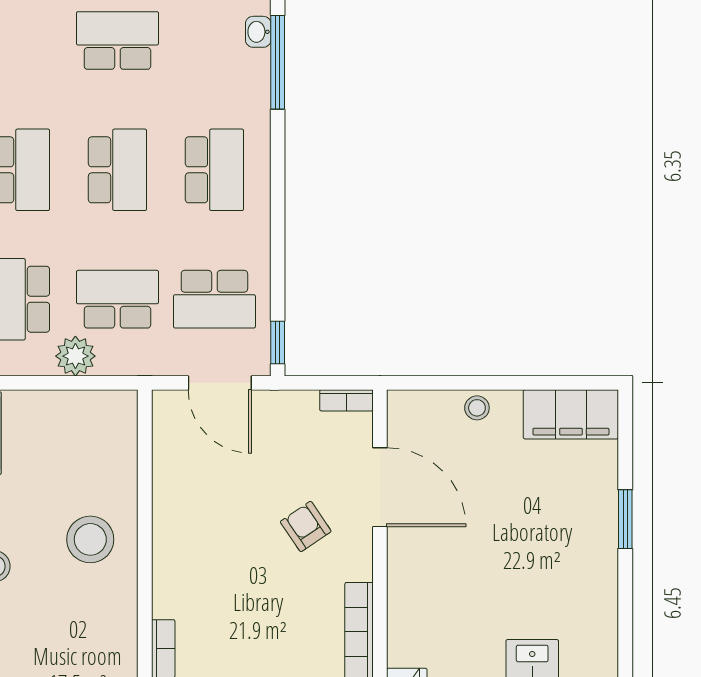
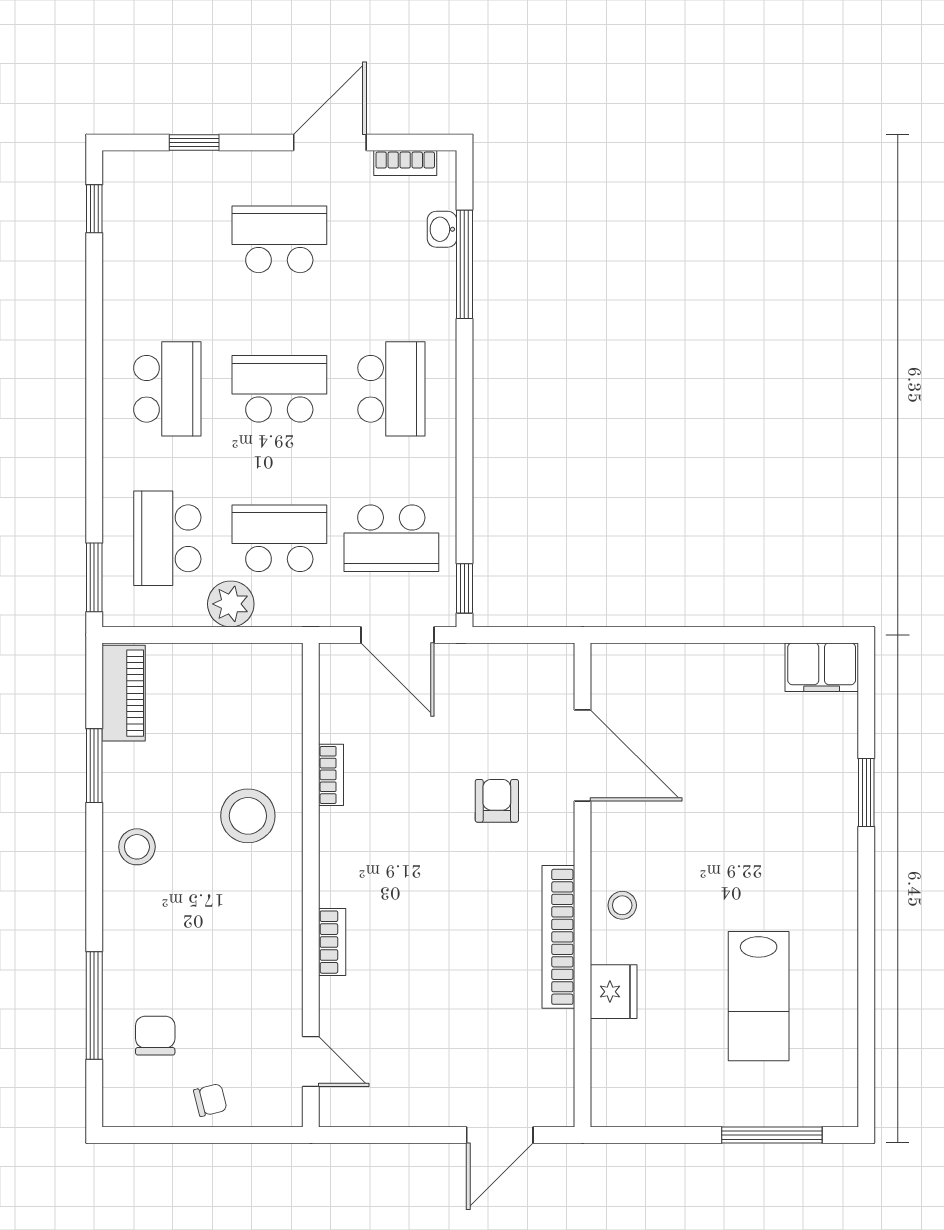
school desk: (117, 170) -> (279, 389), turned -90
bookcase: (346, 400) -> (331, 775), moved, turned -90
stool: (477, 408) -> (622, 905), moved
filing cabinet: (571, 414) -> (822, 667), width x0.67, depth x0.86
armchair: (306, 526) -> (497, 801), turned 34

